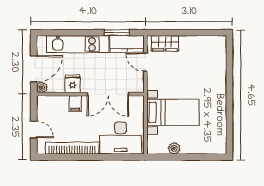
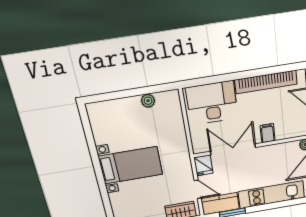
fridge: (73, 84) -> (203, 165), moved
bed with nightstands: (173, 112) -> (131, 165), moved, turned 180

